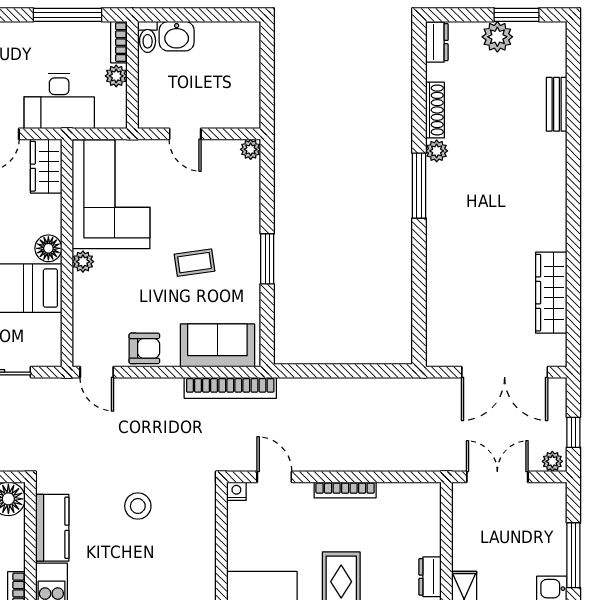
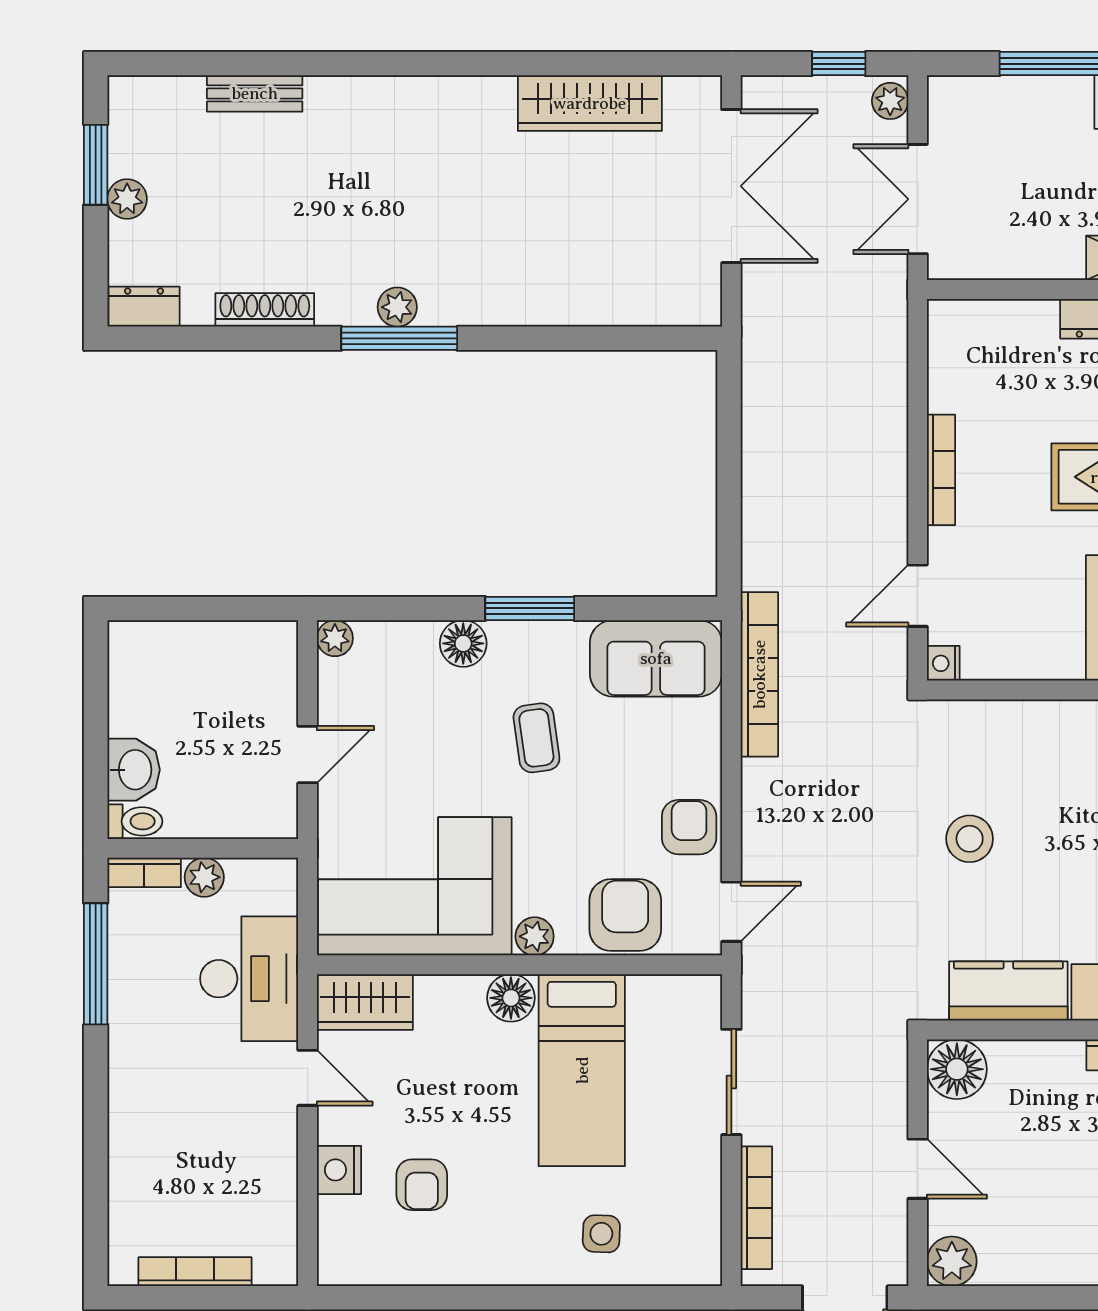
plant: (497, 37) -> (127, 199), width x0.73, depth x0.73
plant: (437, 151) -> (397, 307), moved
floor lamp: (248, 221) -> (463, 643), added
armchair: (95, 313) -> (625, 915), added
sofa: (217, 345) -> (656, 658), moved, turned -90

